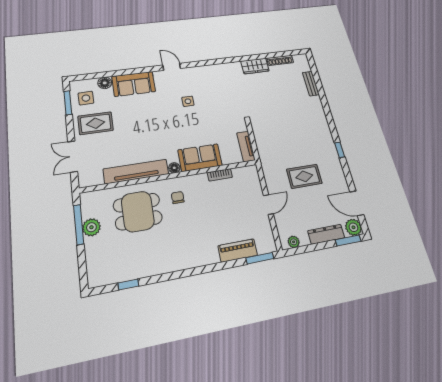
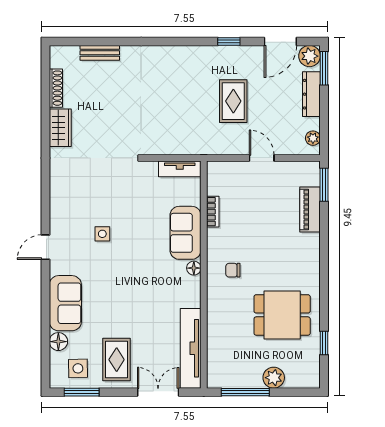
window: (340, 150) -> (229, 41), moved
double door: (73, 157) -> (158, 392), swing flipped
tv unit: (136, 171) -> (191, 348), moved
dining table: (138, 211) -> (282, 315), moved, turned 90
plant: (91, 227) -> (274, 378), moved

